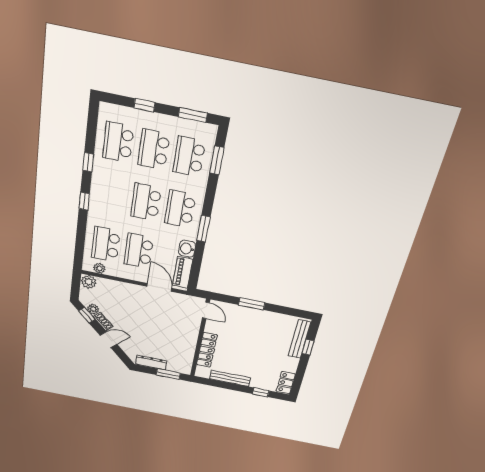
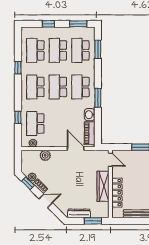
window: (84, 201) -> (18, 117), moved
school desk: (139, 251) -> (35, 87), moved
plant: (89, 282) -> (45, 155), moved
wardrobe: (189, 339) -> (103, 186), added

